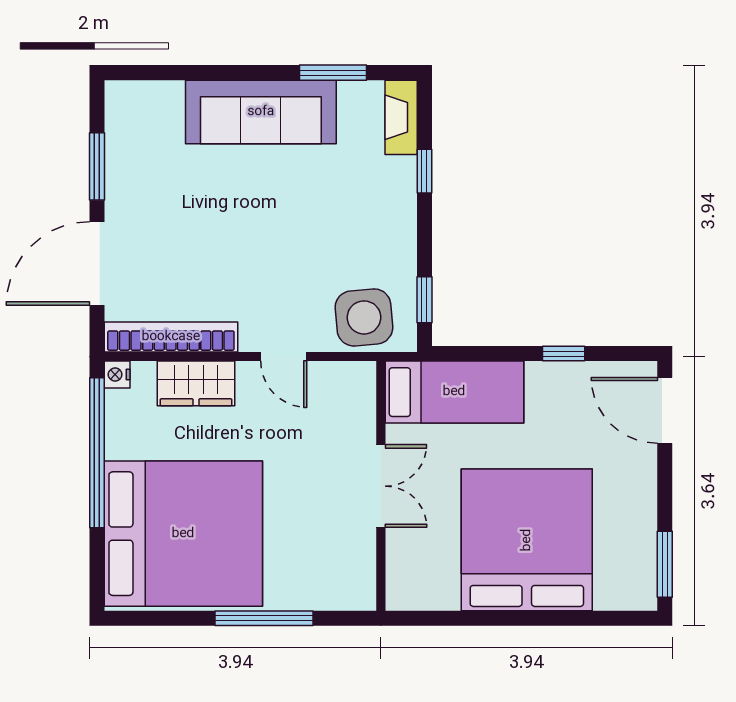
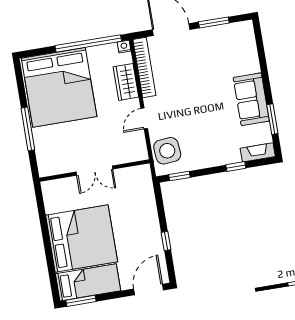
sofa: (261, 112) -> (251, 99), width x0.73
bed: (454, 392) -> (88, 282), moved, turned -90

